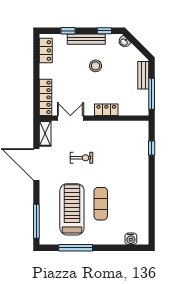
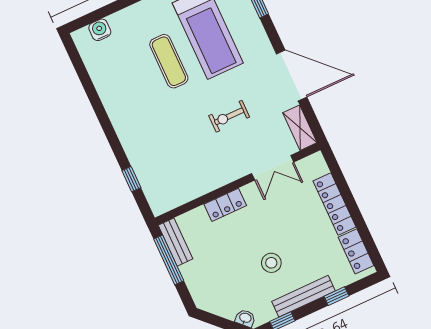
bench: (143, 75) -> (176, 242), moved
locker: (46, 97) -> (335, 204), moved

